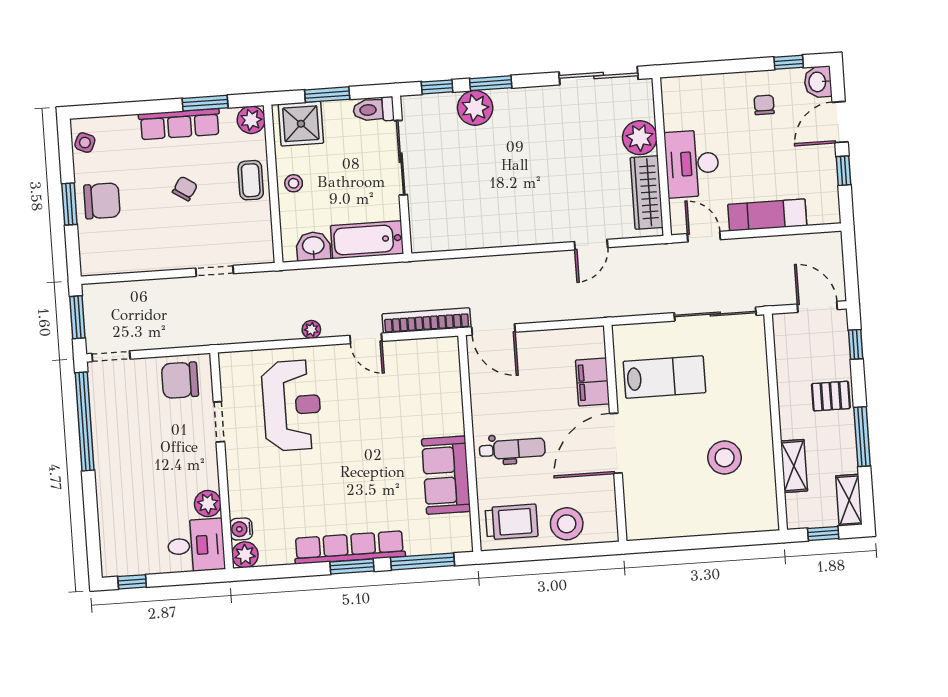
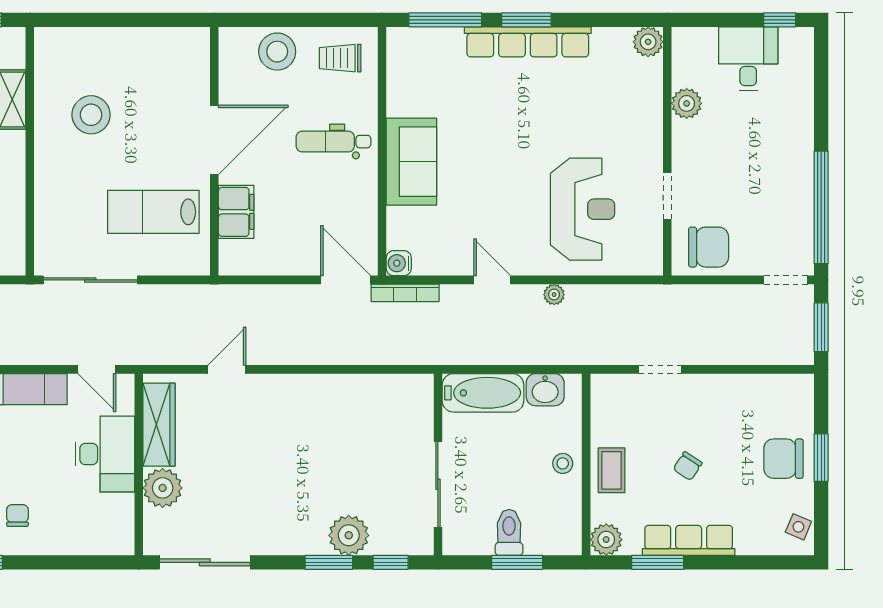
chair: (764, 105) -> (17, 516), turned 180
toilet: (374, 110) -> (509, 532), moved, turned -90
shower: (301, 124) -> (550, 531), removed
bookcase: (427, 321) -> (405, 293), width x0.68, depth x0.76
reception desk: (292, 405) -> (583, 209), turned 180
sofa: (446, 475) -> (411, 162), moved
trolley: (512, 522) -> (340, 58), width x0.73, depth x0.72
water cooler: (241, 529) -> (399, 263), moved, turned 180
desk: (196, 545) -> (748, 59), moved, turned 90

